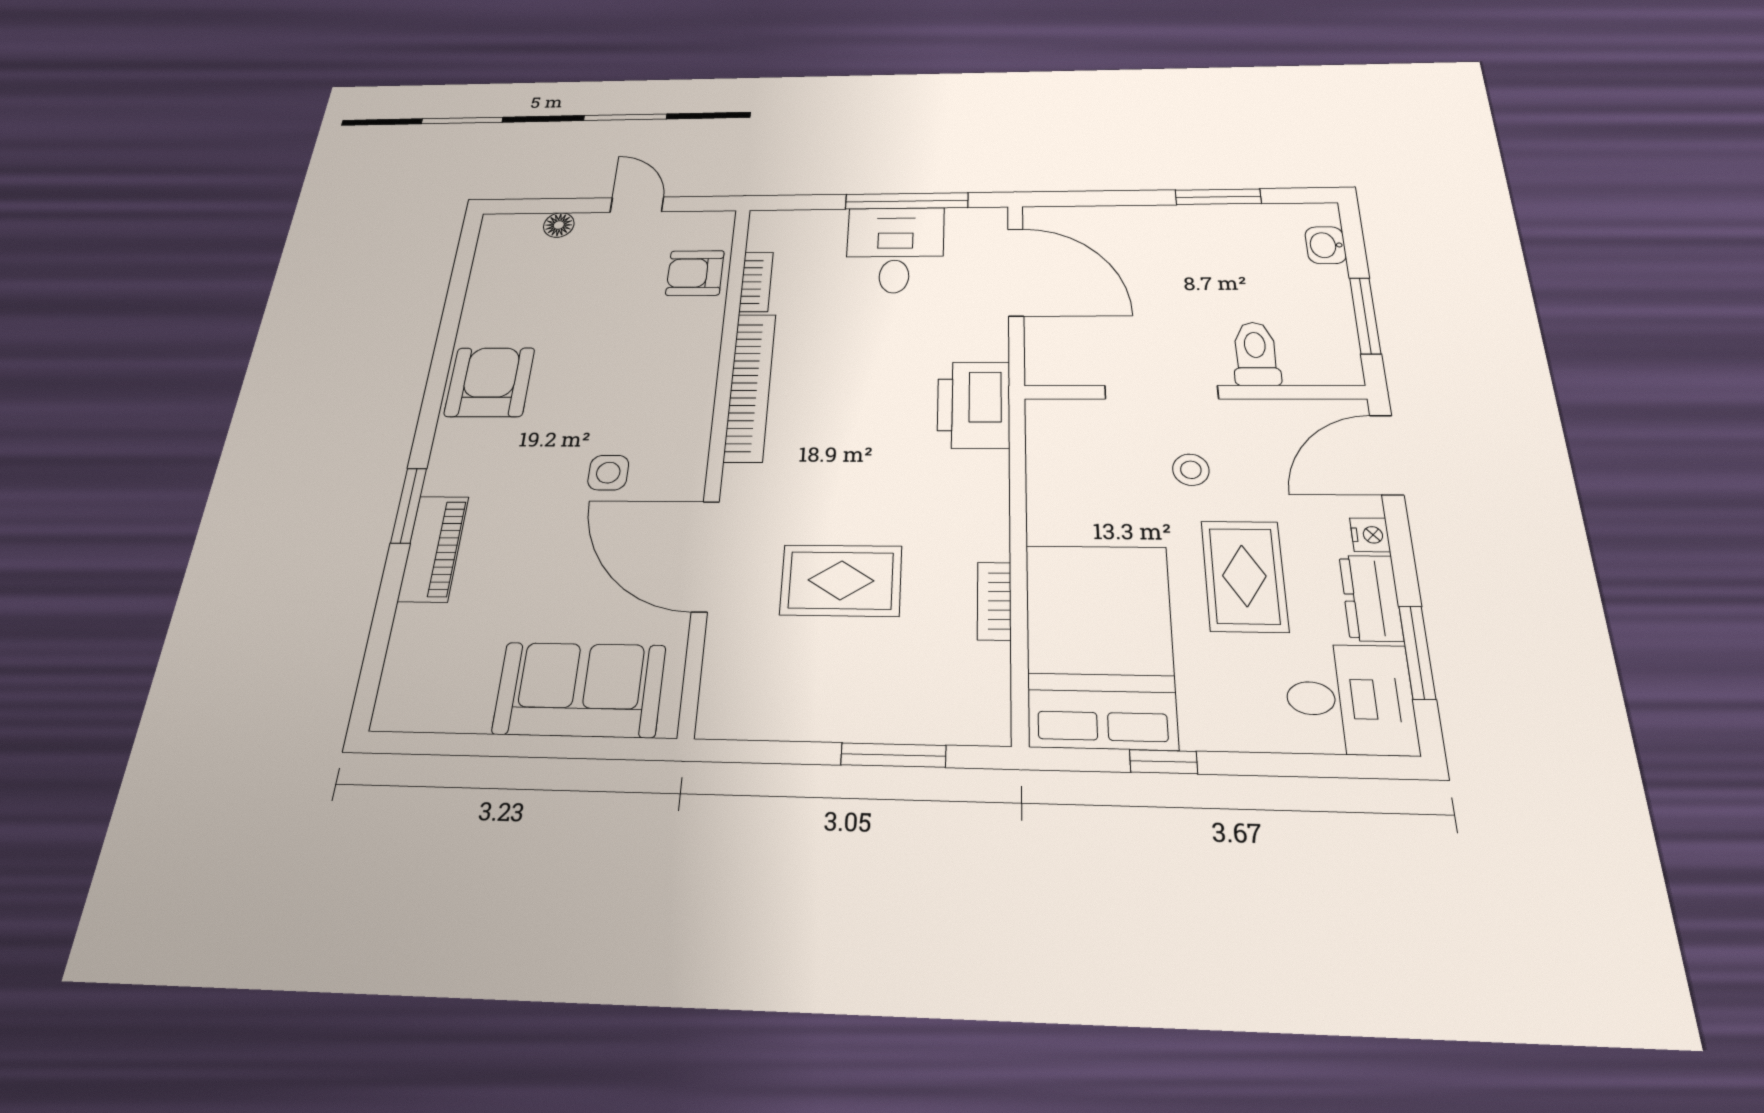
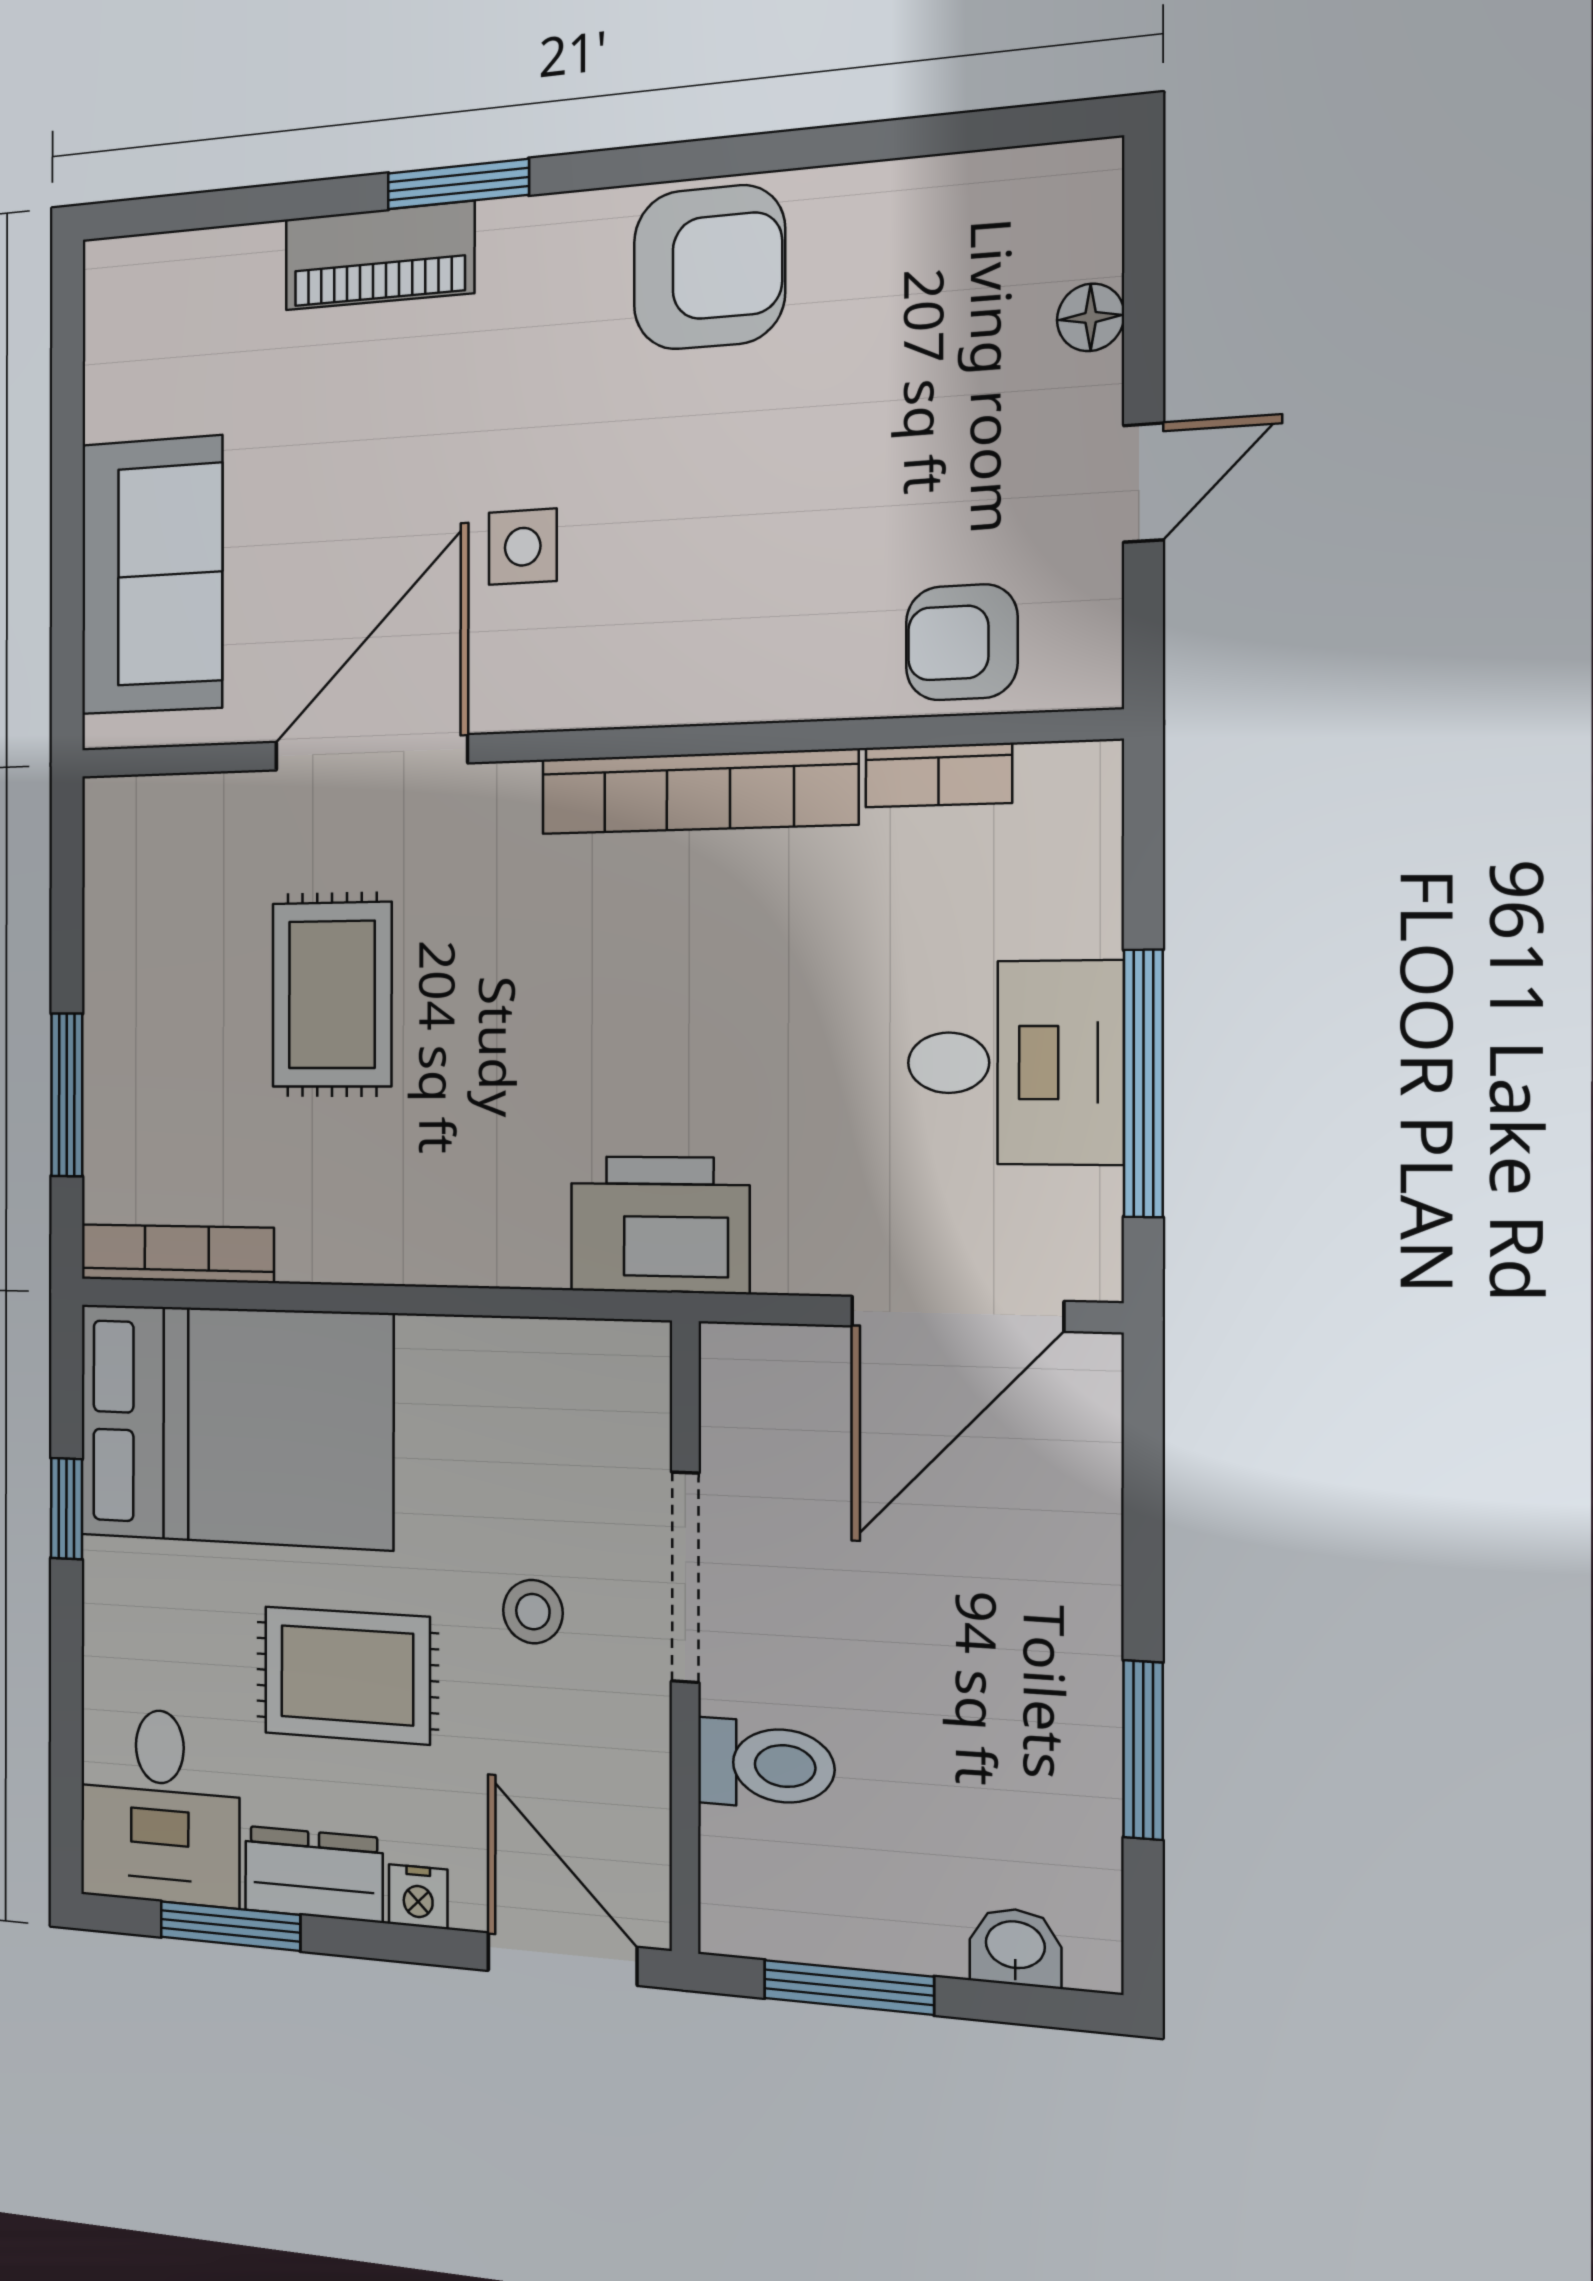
armchair: (695, 273) -> (962, 642), turned -90
bookcase: (994, 601) -> (177, 1253), moved, width x1.56

